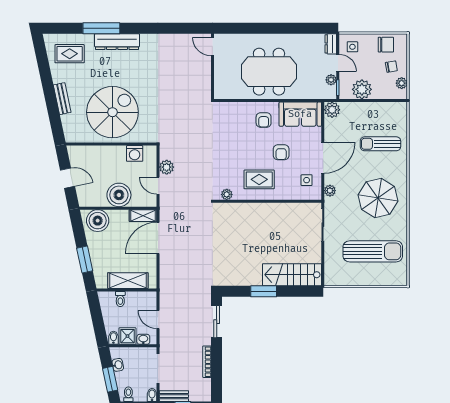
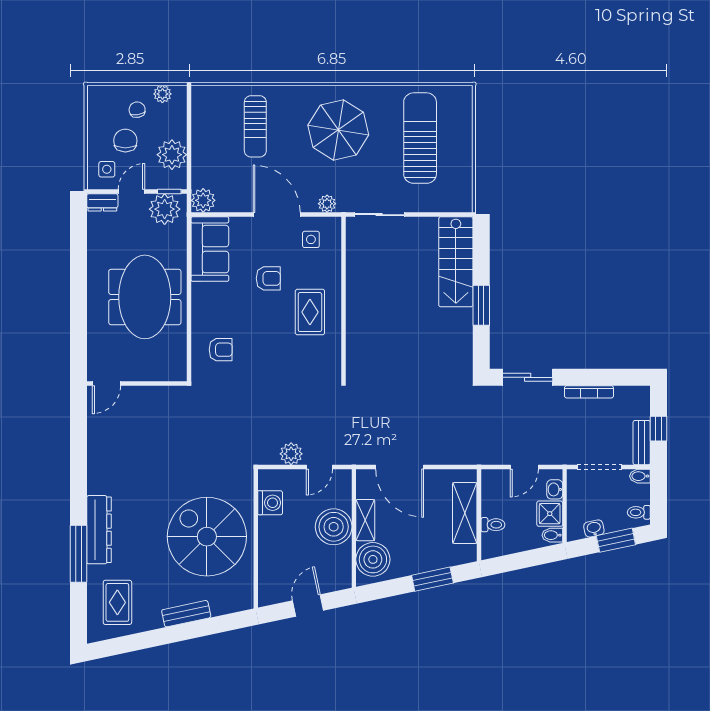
chair: (386, 45) -> (125, 141), moved
plant: (331, 80) -> (165, 209), width x1.88, depth x1.88
armchair: (264, 120) -> (221, 350), moved
plant: (227, 194) -> (333, 362), removed
shelving: (143, 216) -> (365, 520), moved

